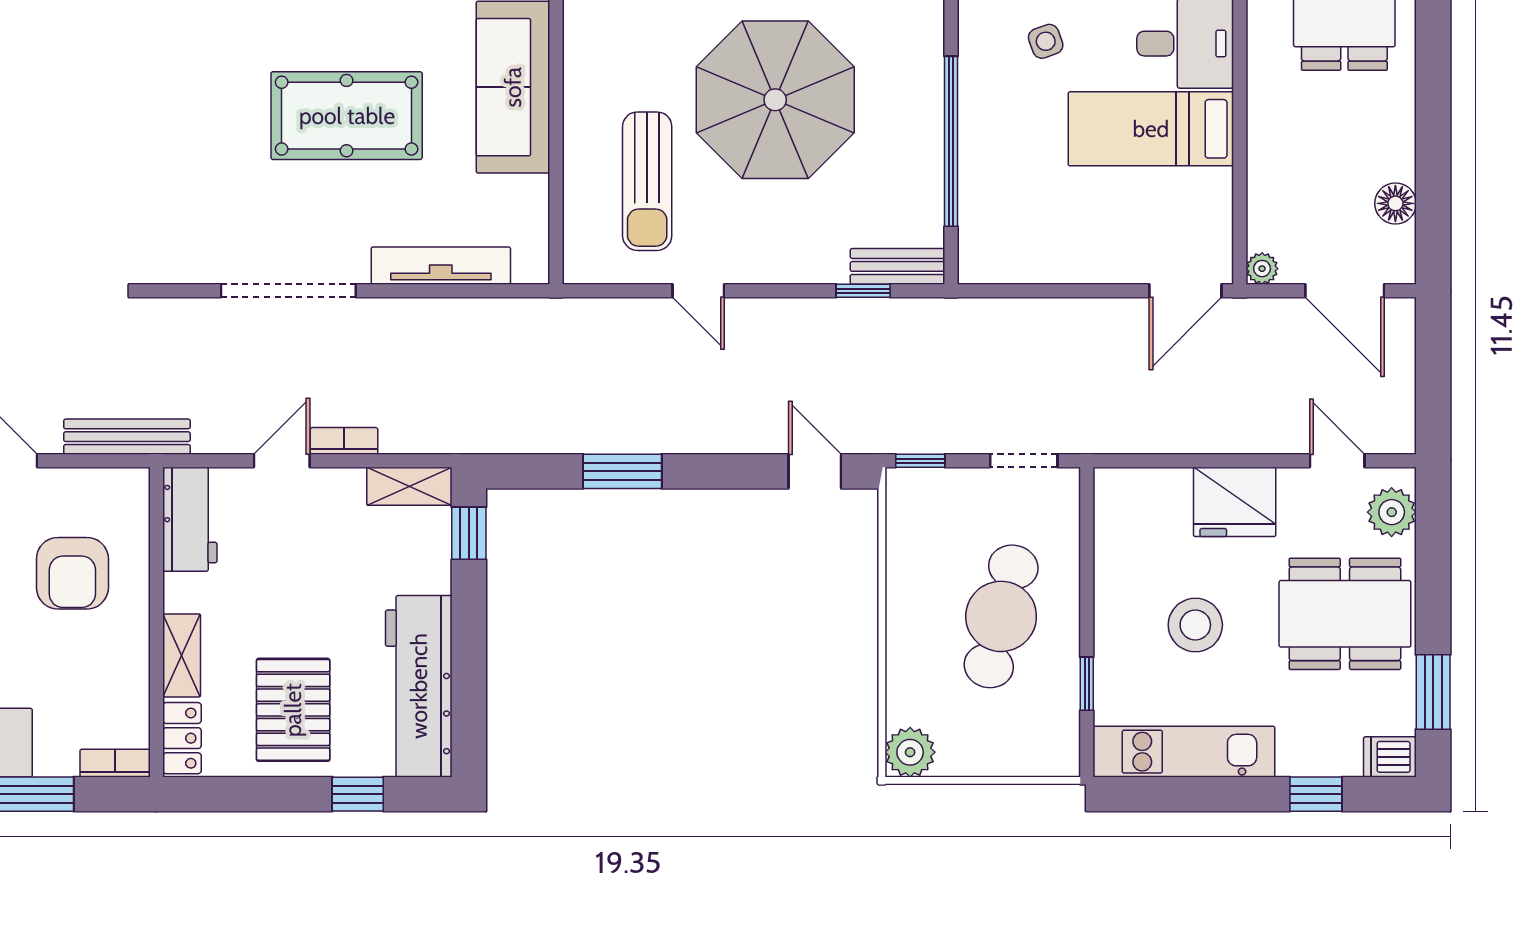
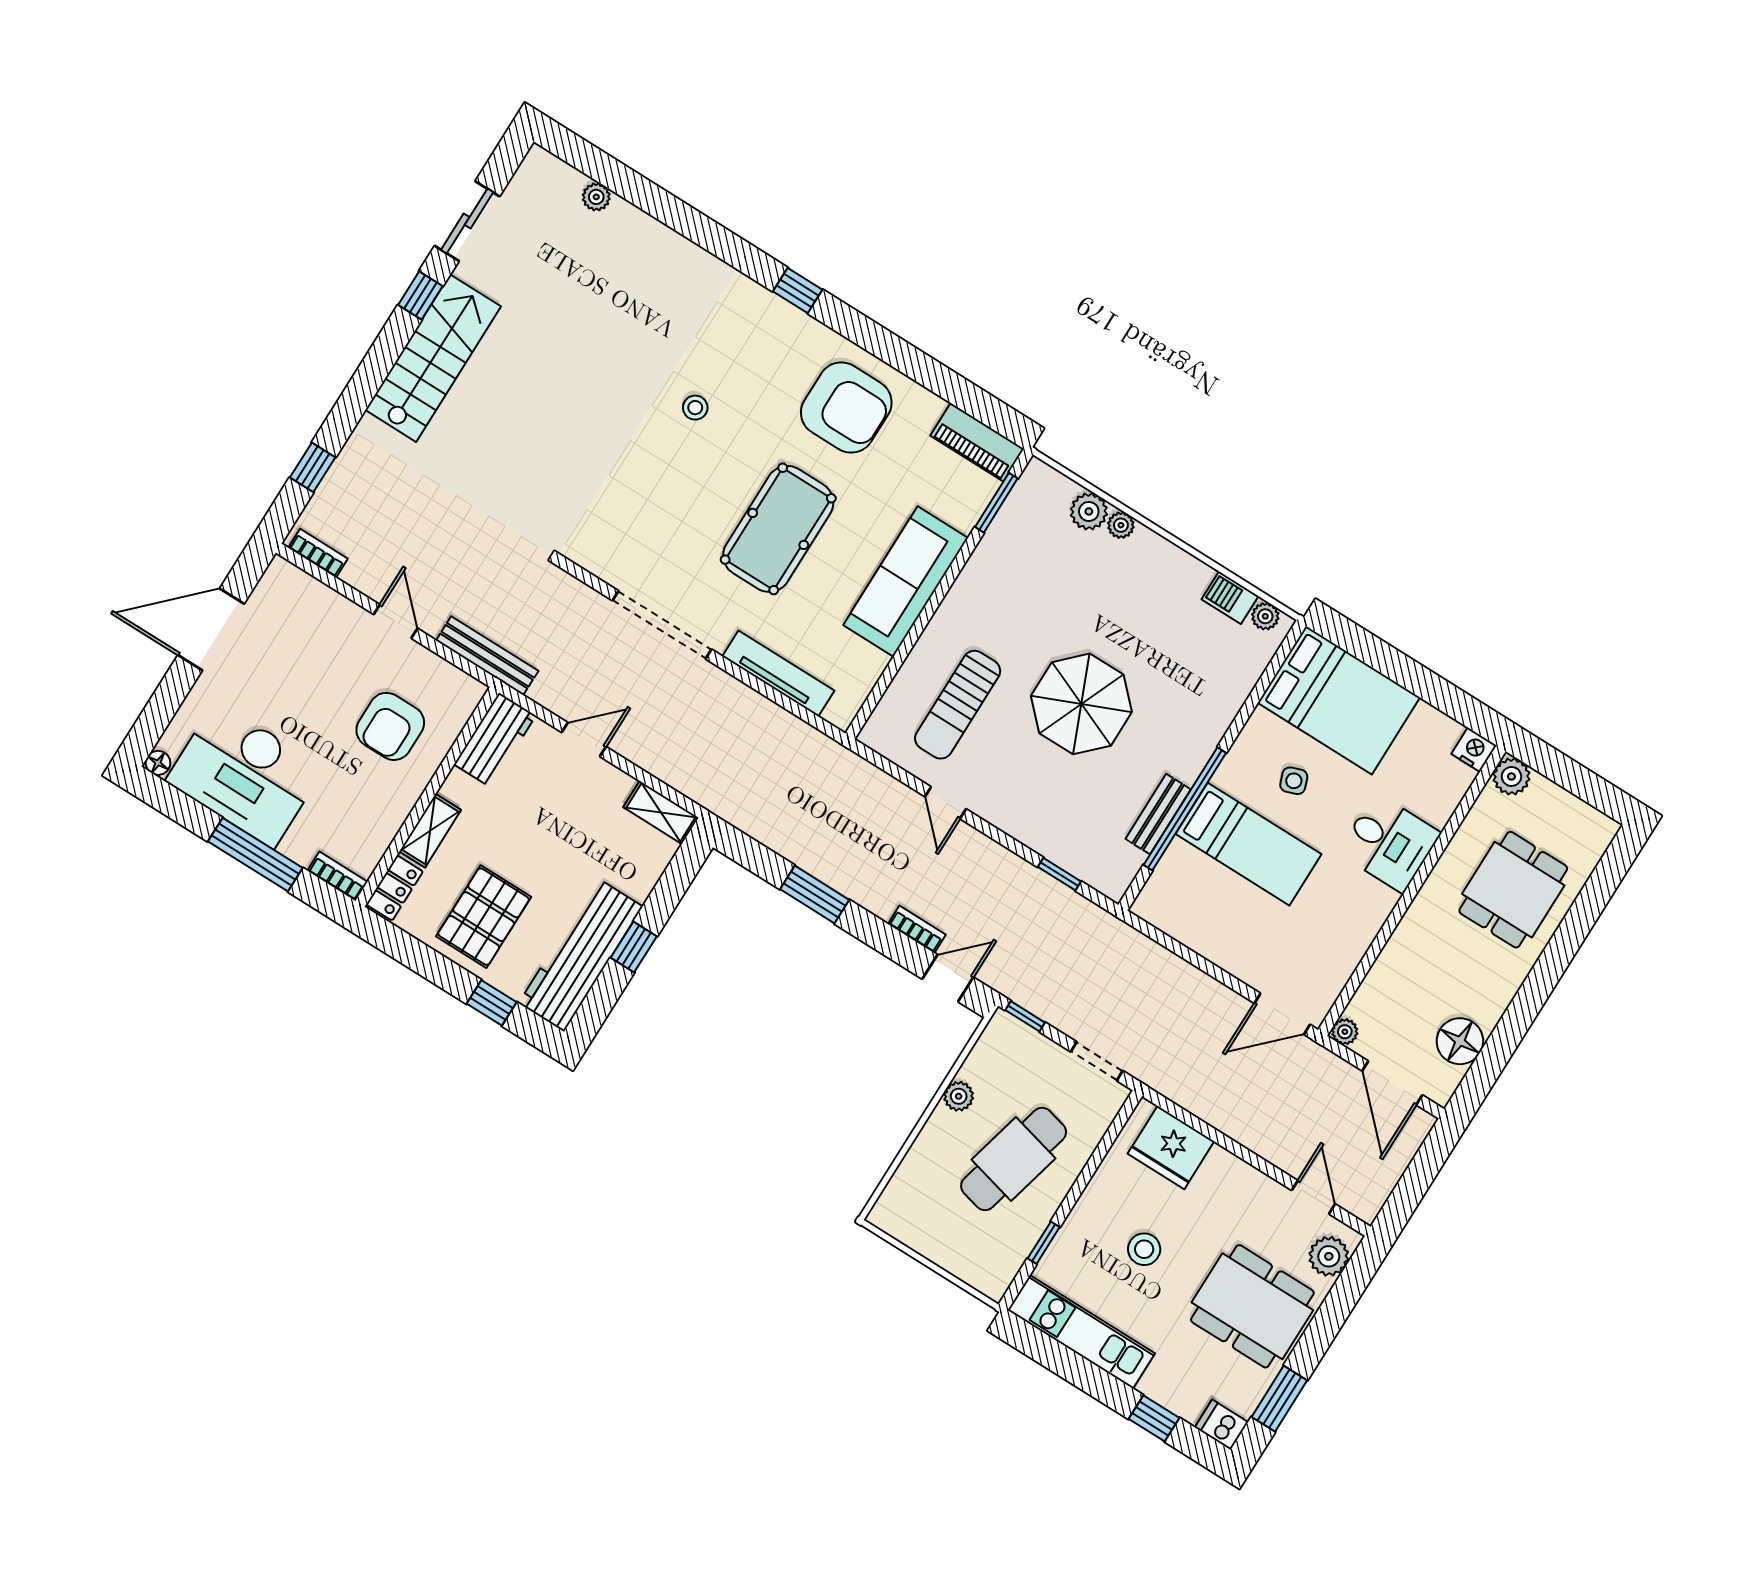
stool: (181, 44) -> (695, 408), added
parasol: (775, 100) -> (1081, 704), width x0.73, depth x0.73
pool table: (347, 116) -> (778, 529), turned 90
bed: (1151, 129) -> (1248, 844), moved, turned 180
floor lamp: (1395, 203) -> (1460, 1041), width x1.38, depth x1.38
bench: (897, 266) -> (1158, 814), moved, turned 90
bookcase: (344, 441) -> (917, 929), moved
door: (815, 471) -> (948, 978), hinge flipped
fridge: (1235, 502) -> (1171, 1147), moved
window: (469, 533) -> (634, 947), moved
stool: (1195, 625) -> (1144, 1249), width x0.73, depth x0.73
plant: (910, 752) -> (959, 1096), moved, width x0.73, depth x0.73

